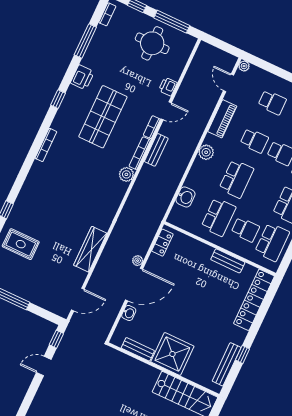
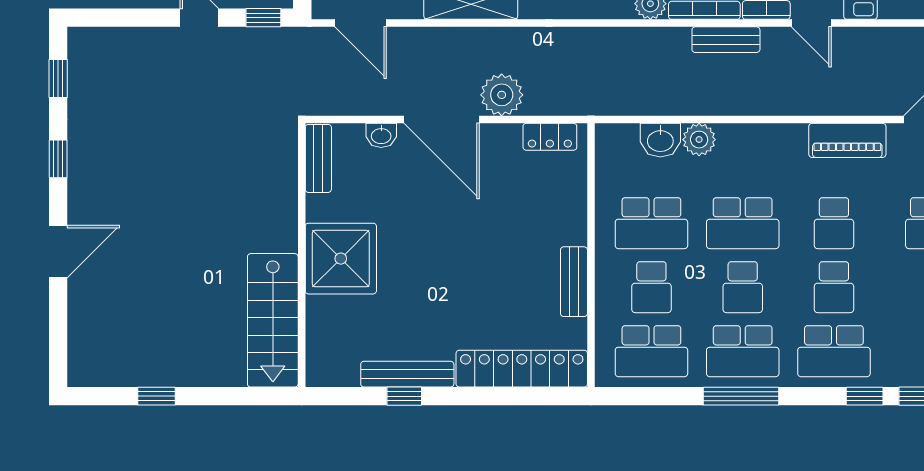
plant: (206, 152) -> (699, 140), moved
school desk: (263, 191) -> (743, 287), added
plant: (138, 261) -> (502, 95), width x1.88, depth x1.88
bench: (138, 349) -> (318, 158), moved
bench: (227, 364) -> (407, 374), moved

